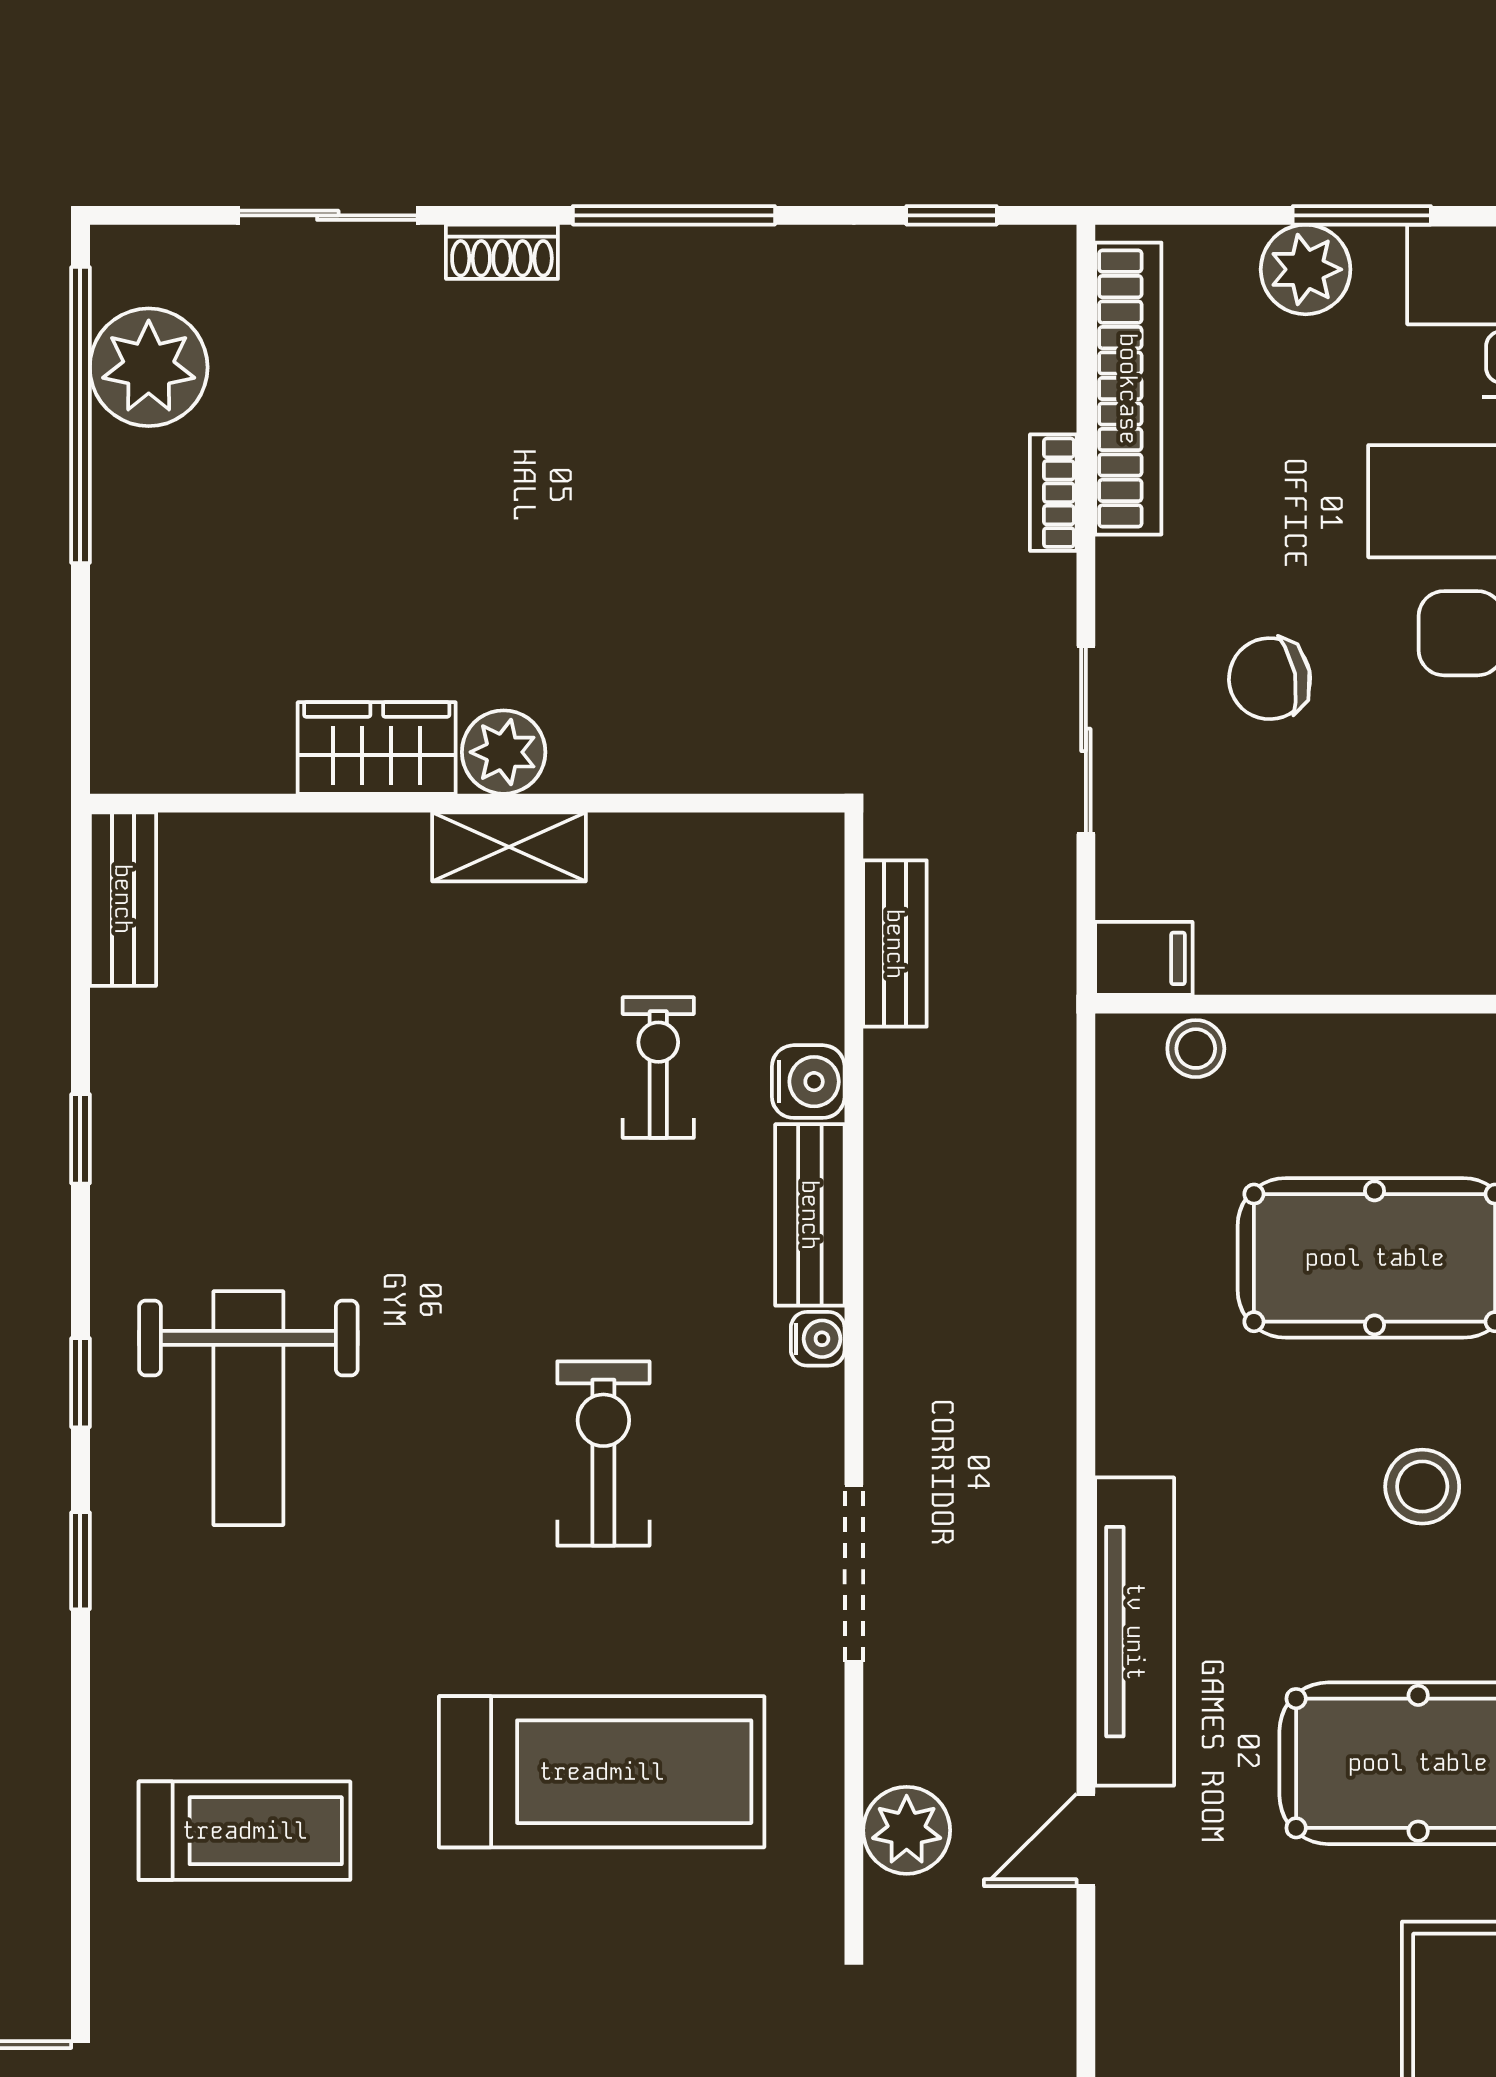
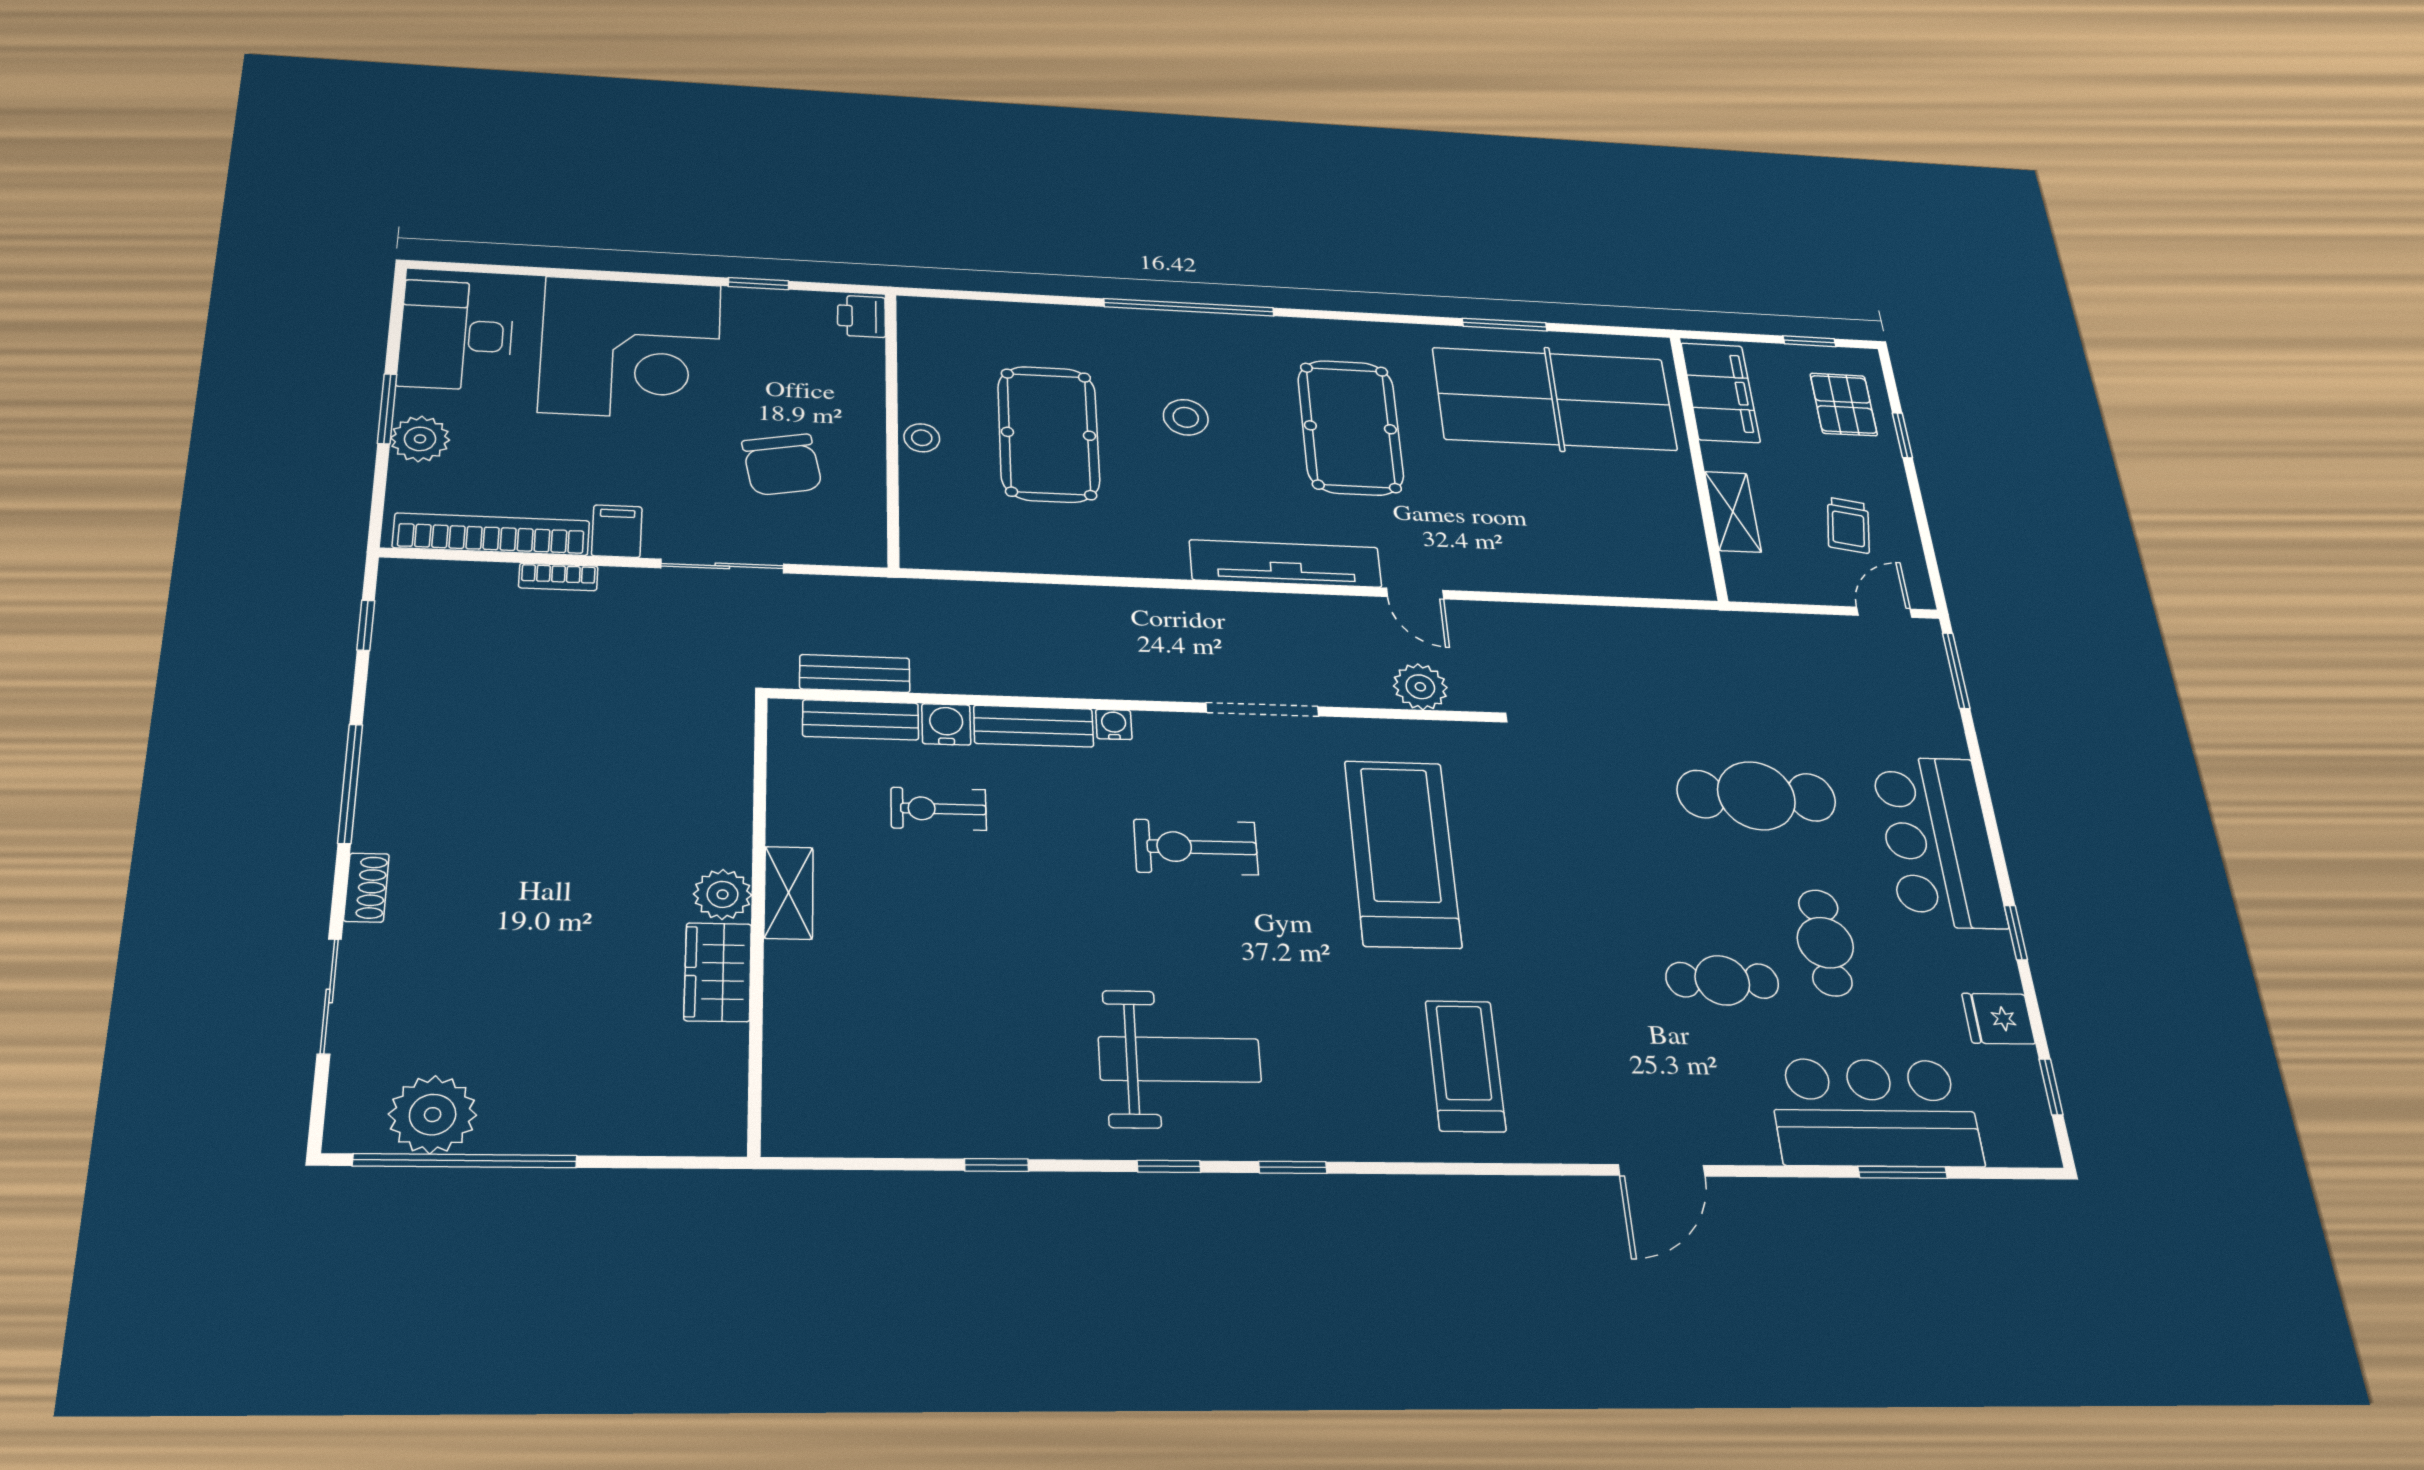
chair: (1270, 679) -> (782, 465), moved, width x1.37, depth x1.37
bench: (123, 899) -> (861, 720), moved
filing cabinet: (1144, 958) -> (617, 531), moved
stool: (1196, 1049) -> (922, 438), moved

